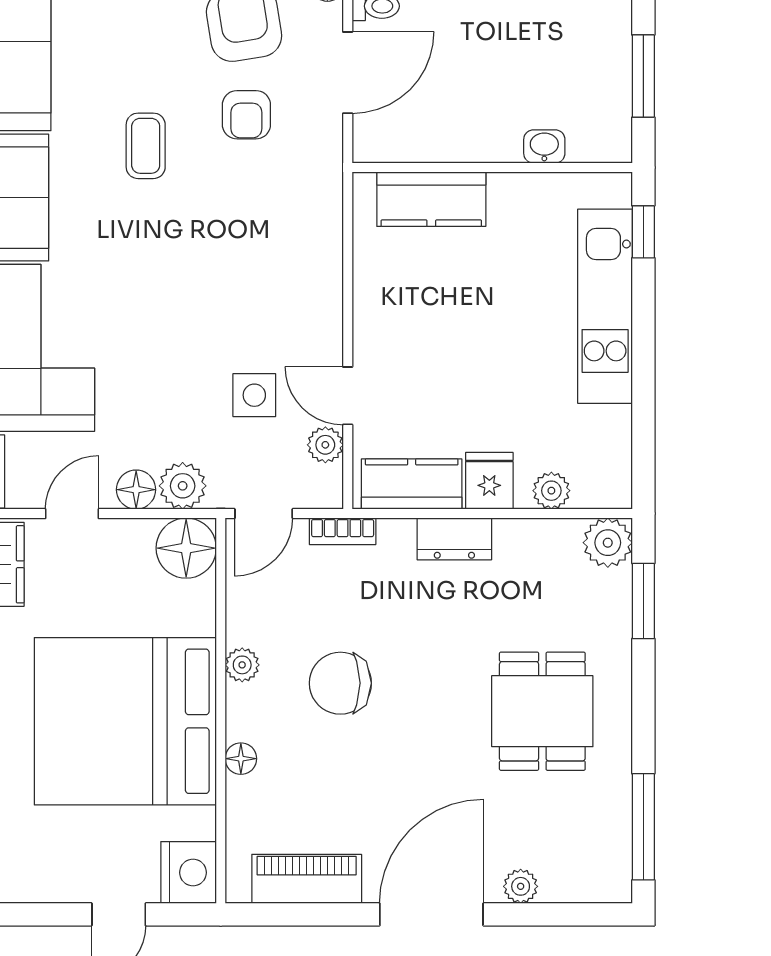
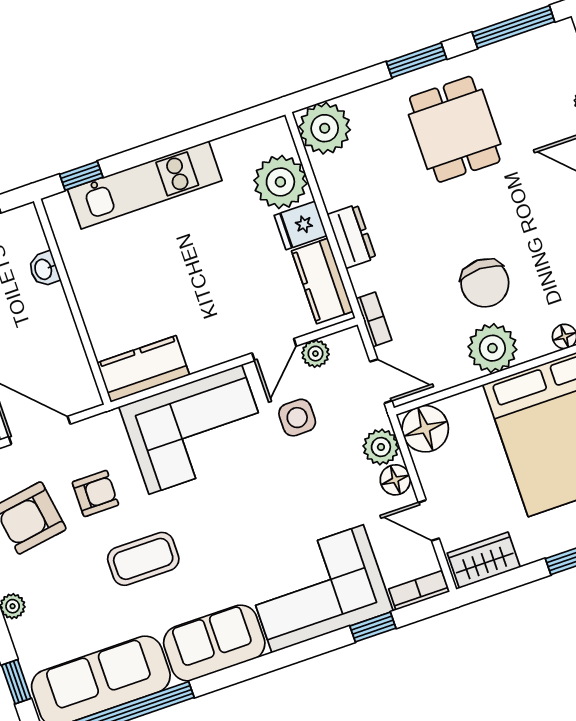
coffee table: (146, 146) -> (143, 559), width x1.36, depth x1.30
kitchen counter: (431, 199) -> (143, 369), moved, turned -90
corner sofa: (283, 265) -> (195, 429), added
plant: (551, 491) -> (280, 182), width x1.88, depth x1.88
plant: (608, 543) -> (325, 128), width x1.36, depth x1.36
window: (643, 601) -> (417, 60), moved
plant: (242, 665) -> (492, 348), width x1.88, depth x1.88
dining table: (542, 711) -> (455, 129), turned 90

